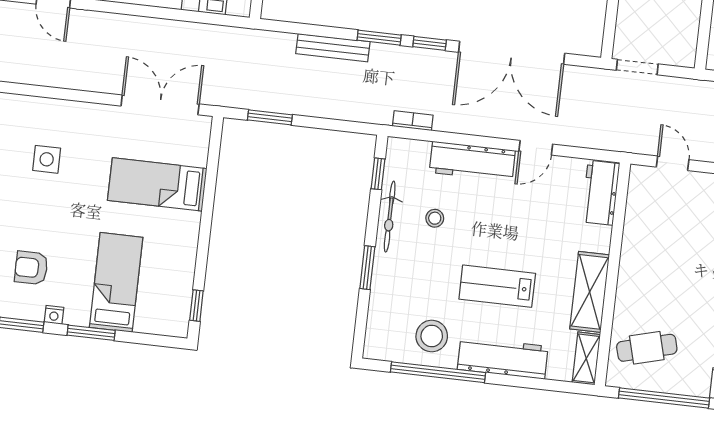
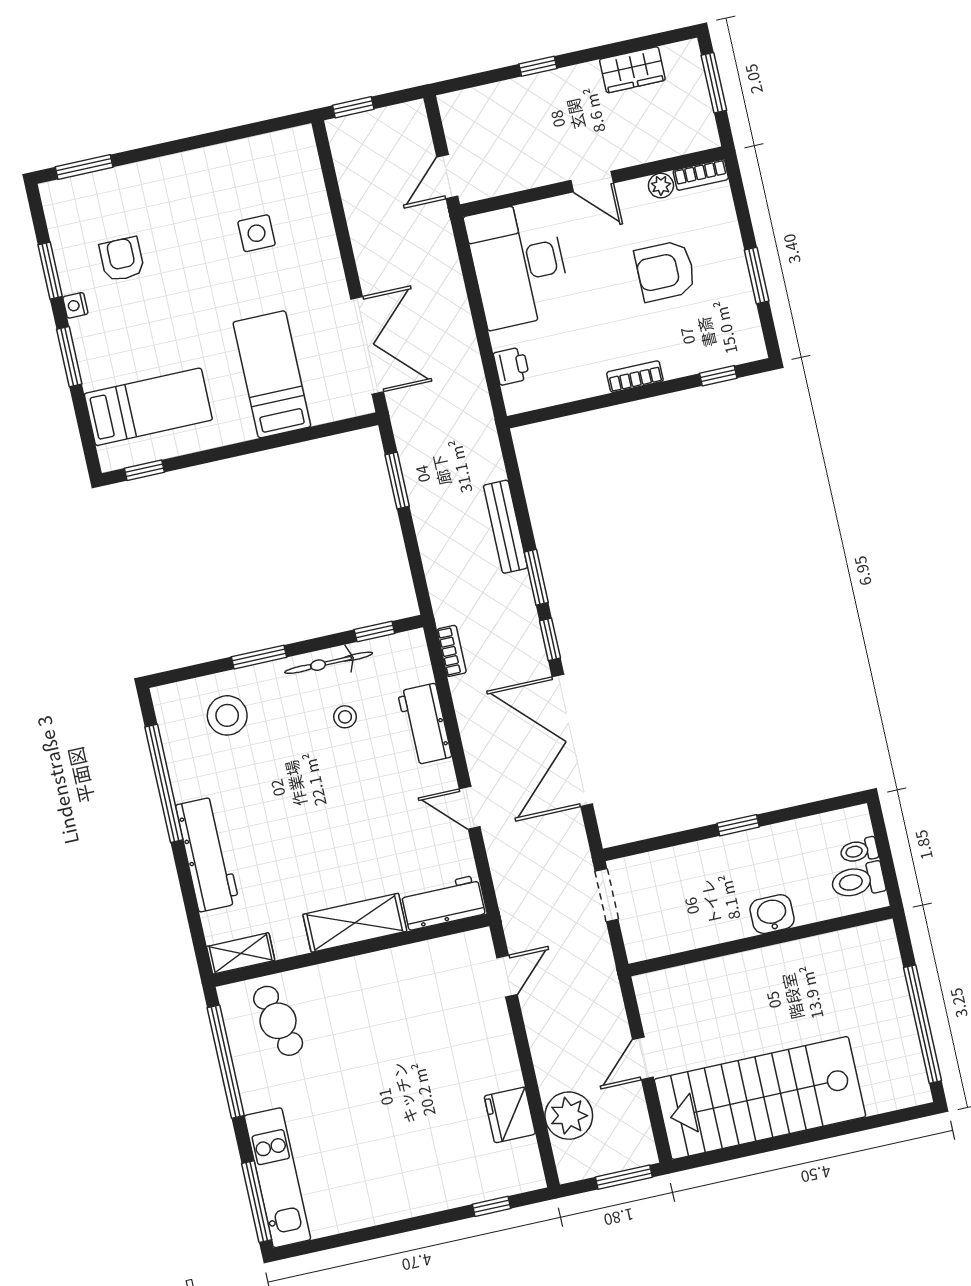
workbench: (472, 161) -> (425, 724), width x0.73
bed: (116, 282) -> (148, 407), moved
lab bench: (497, 286) -> (290, 818), removed
shelving: (590, 292) -> (355, 923), moved
stool: (432, 336) -> (227, 715), moved

